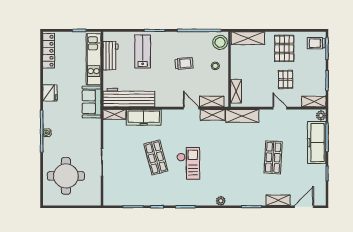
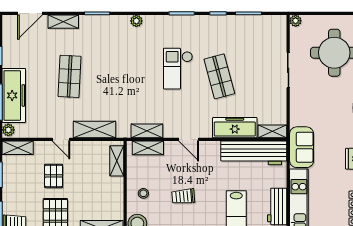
door: (191, 108) -> (189, 139), moved
shelving: (242, 116) -> (94, 129), moved
plant: (96, 201) -> (296, 21), added

